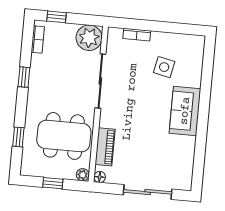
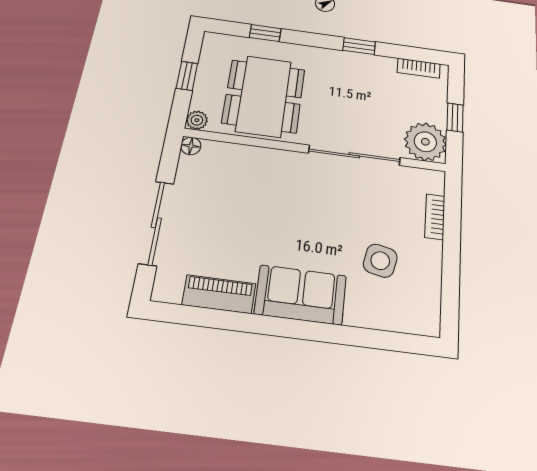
window: (57, 17) -> (455, 117), moved
piano: (105, 147) -> (219, 294), moved, turned 180

